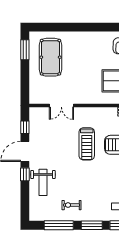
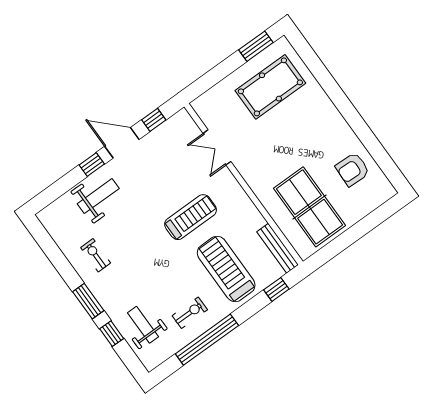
treadmill: (87, 144) -> (191, 217), turned 180
weight bench: (43, 182) -> (98, 196), turned 180
window: (59, 225) -> (57, 258), removed

